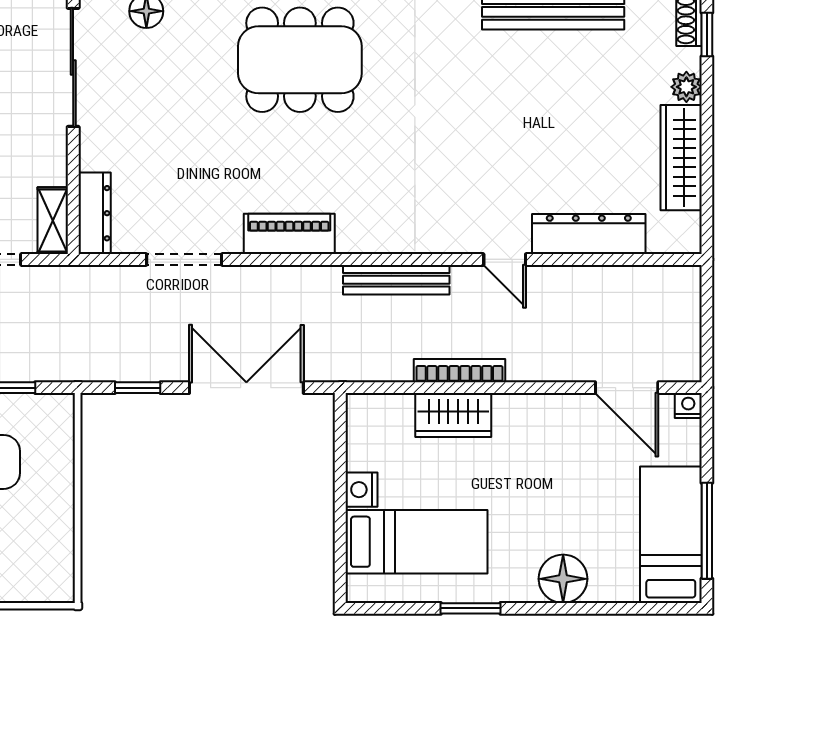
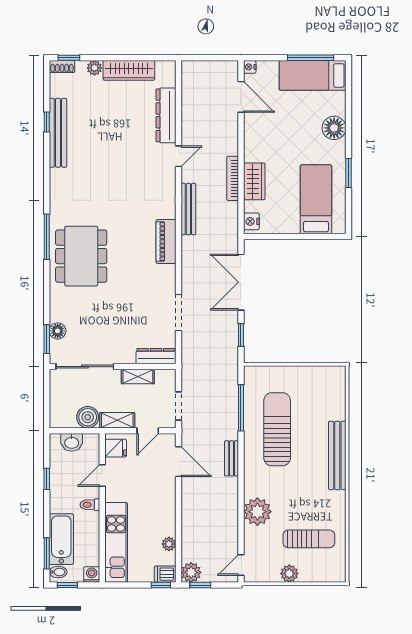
shelving: (53, 221) -> (138, 376), moved
piano: (289, 234) -> (166, 241), moved
door: (627, 388) -> (241, 97), hinge flipped
nightstand: (361, 490) -> (251, 221), moved, turned 90

